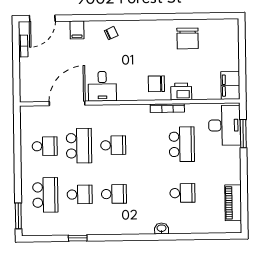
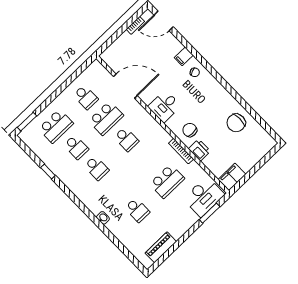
filing cabinet: (77, 30) -> (184, 56), moved
desk: (102, 86) -> (165, 106), moved

